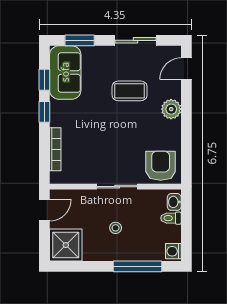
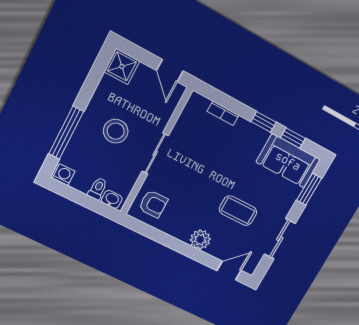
door: (186, 69) -> (229, 271), hinge flipped
coffee table: (130, 91) -> (238, 211), turned 90
bookcase: (55, 149) -> (223, 113), width x0.64
armchair: (161, 166) -> (153, 204), width x0.72, depth x0.72
stool: (116, 228) -> (116, 131), width x1.89, depth x1.89
shower: (66, 245) -> (122, 66), width x0.73, depth x0.73

